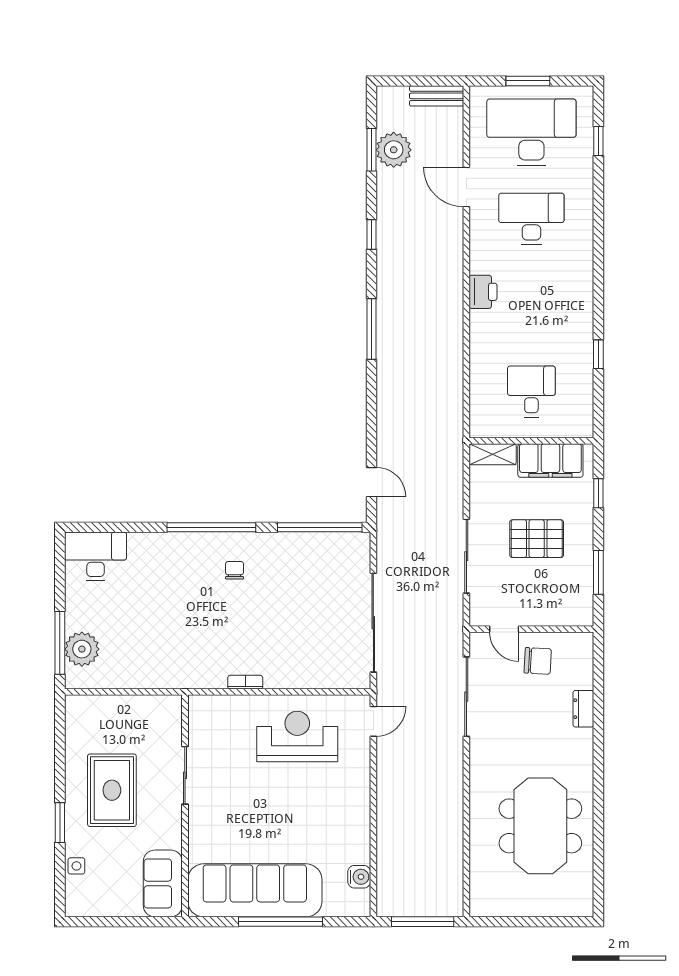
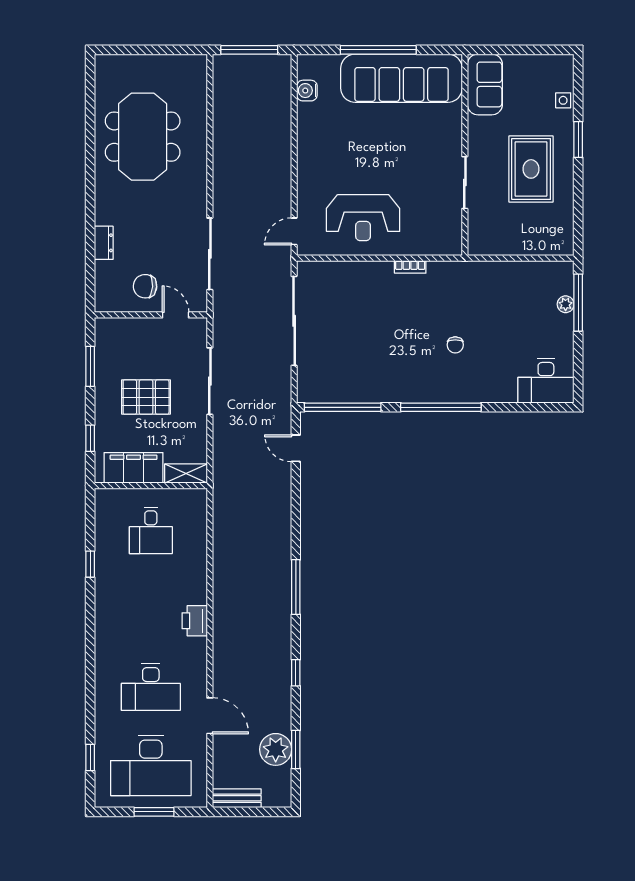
chair: (235, 570) -> (455, 345), moved
plant: (82, 649) -> (566, 304), width x0.53, depth x0.53

